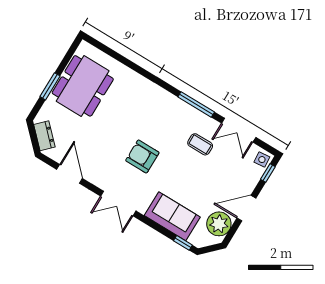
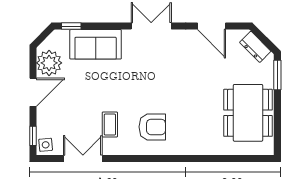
window: (50, 86) -> (277, 75), moved
window: (196, 104) -> (135, 158), removed
coffee table: (200, 144) -> (110, 125), turned 90
armchair: (142, 156) -> (152, 127), moved

